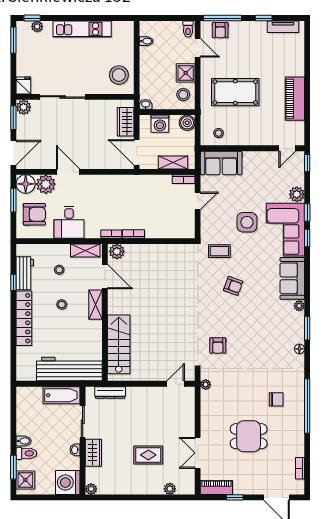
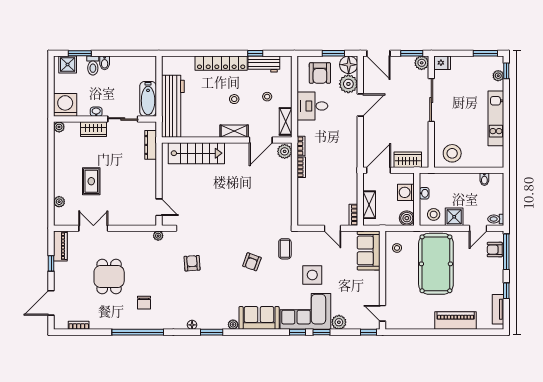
pool table: (235, 92) -> (436, 264), width x1.36, depth x1.32
piano: (295, 99) -> (456, 321), moved
washbasin: (146, 104) -> (424, 193), moved
armchair: (218, 345) -> (192, 263), moved, turned 86

